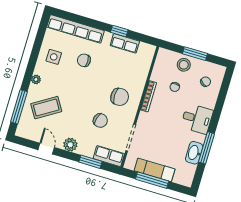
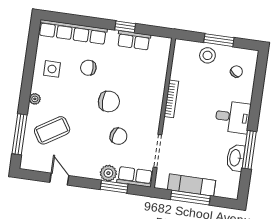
chair: (175, 87) -> (201, 83), removed
chair: (120, 97) -> (109, 101), moved
plant: (70, 145) -> (108, 173), moved

